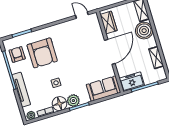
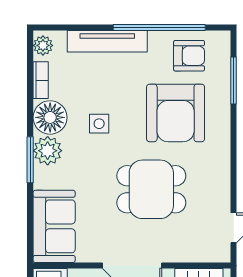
armchair: (42, 53) -> (176, 113), turned -90
dining table: (76, 53) -> (151, 189), added

